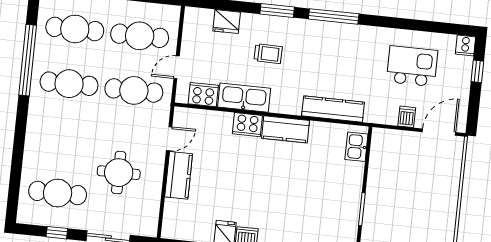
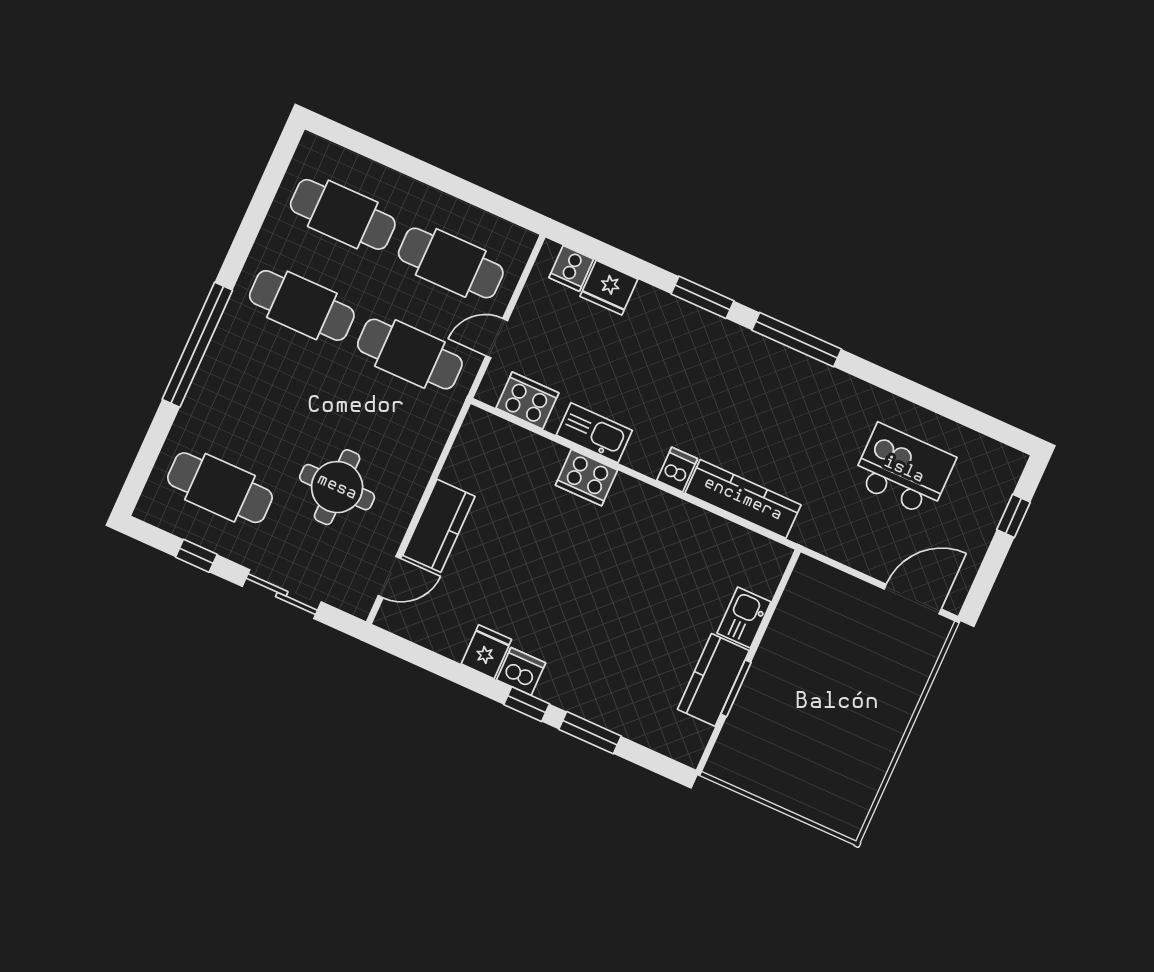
cooker: (465, 45) -> (571, 268), moved
trolley: (268, 54) -> (662, 367), removed
window: (28, 60) -> (197, 345), moved
kitchen sink: (244, 98) -> (594, 433), width x0.73, depth x0.81
dishwasher: (407, 117) -> (677, 470), moved
kitchen counter: (286, 129) -> (713, 680), moved, turned 90
door: (169, 139) -> (389, 577), moved
kitchen sink: (356, 147) -> (744, 618), moved

